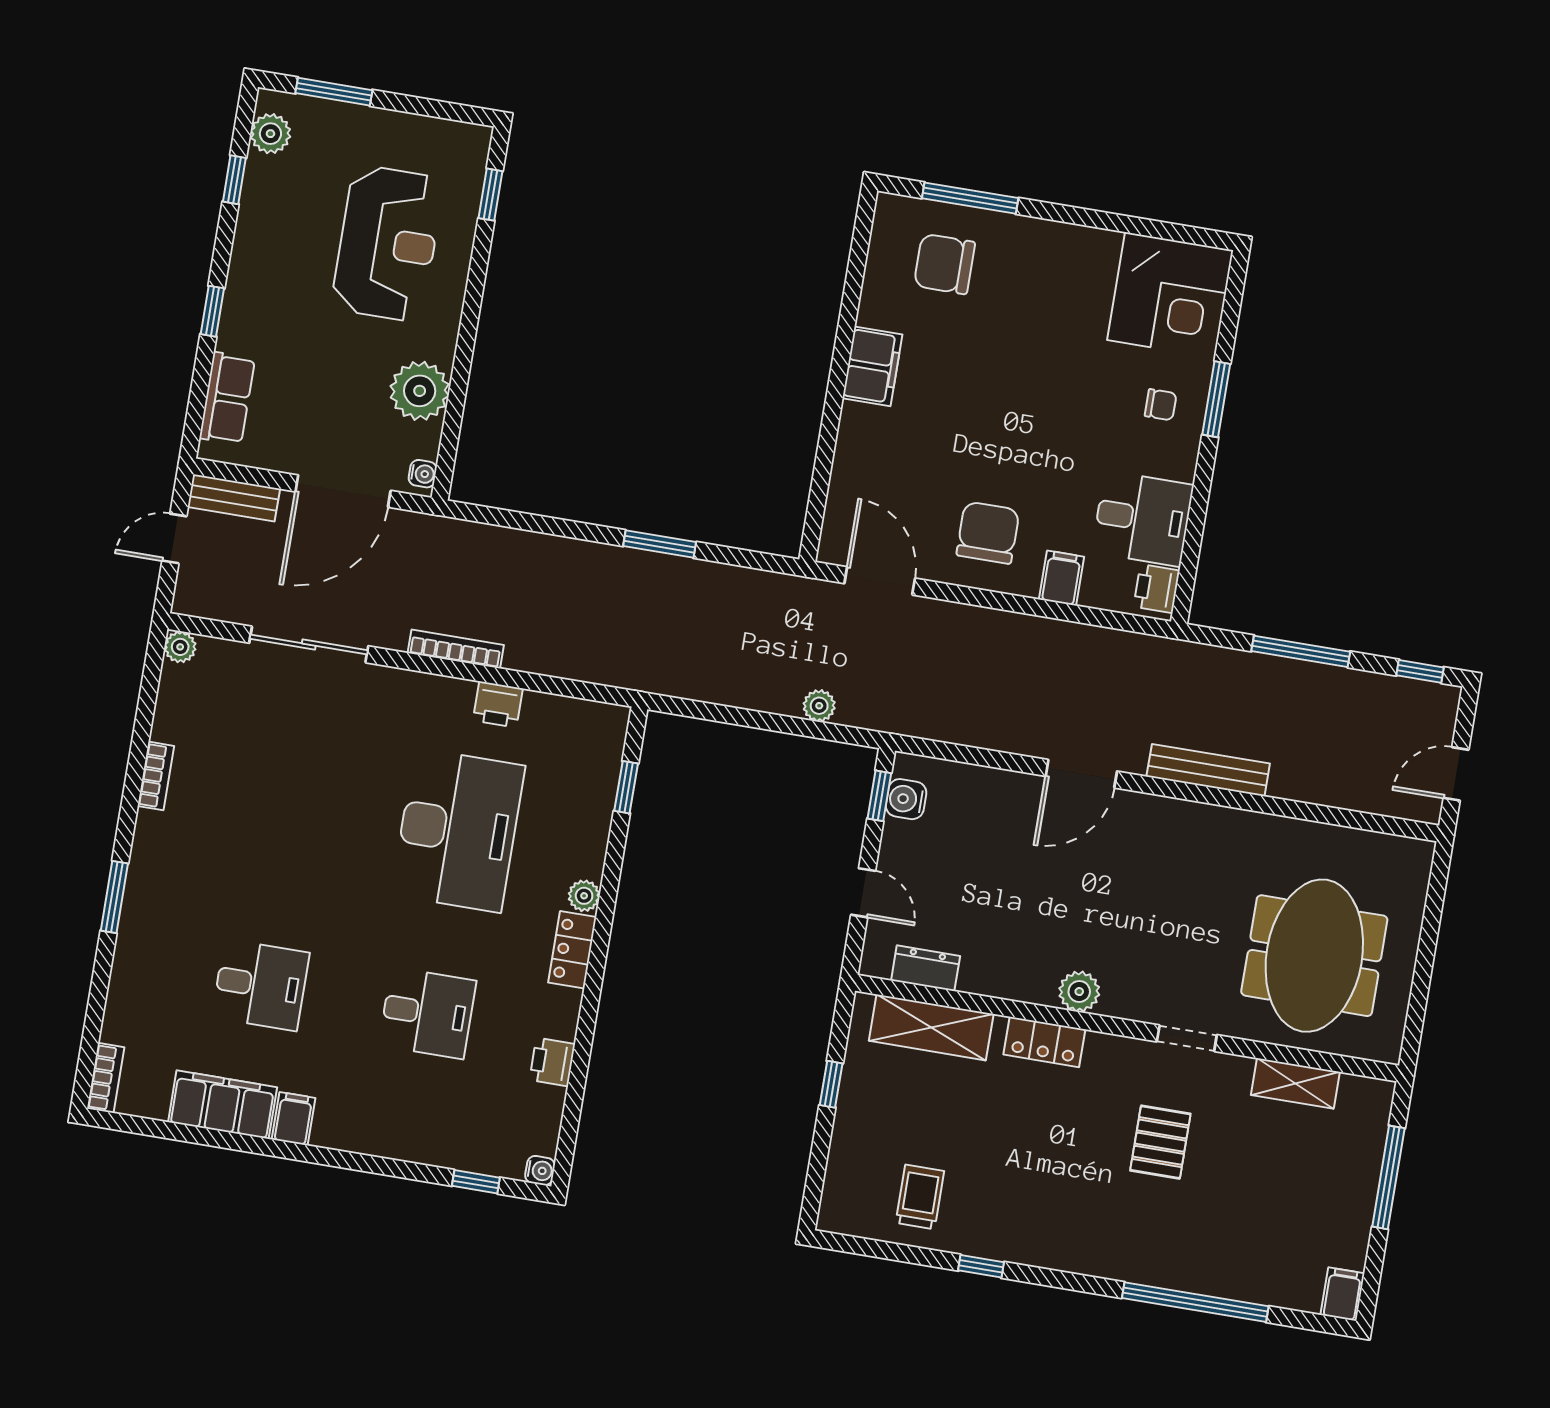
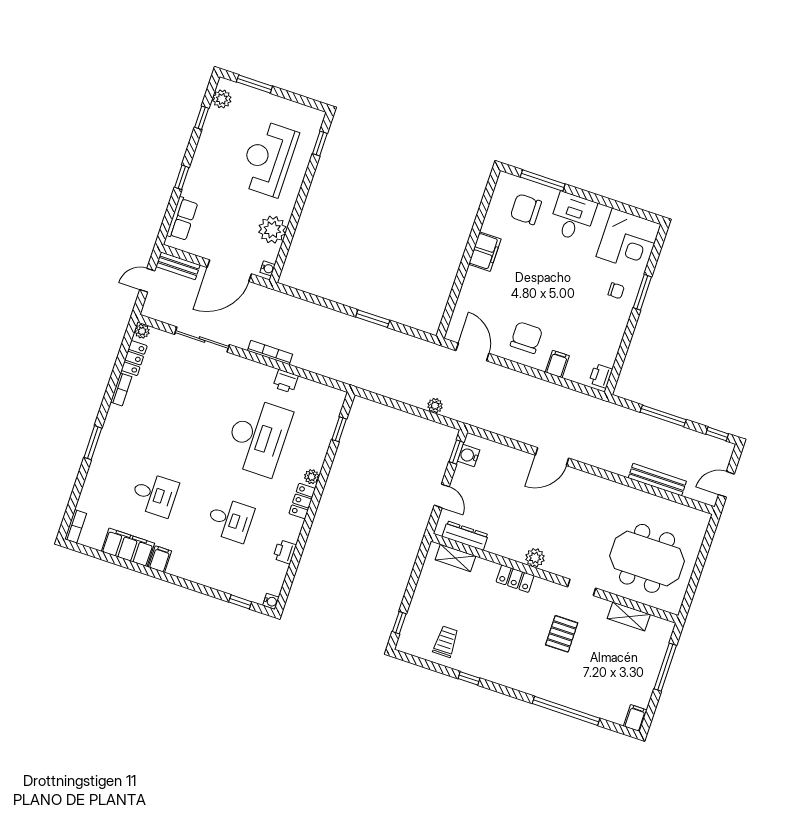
reception desk: (388, 243) -> (268, 159), turned 180
desk: (1143, 519) -> (573, 217), moved, turned -90
locker: (173, 706) -> (134, 358), added
bench: (1208, 770) -> (657, 480), moved
meeting table: (1314, 956) -> (647, 558), turned 90
dresser: (926, 968) -> (465, 536), width x1.44
shelving: (931, 1027) -> (455, 558), width x0.67, depth x0.75
window: (831, 1084) -> (399, 623), moved

